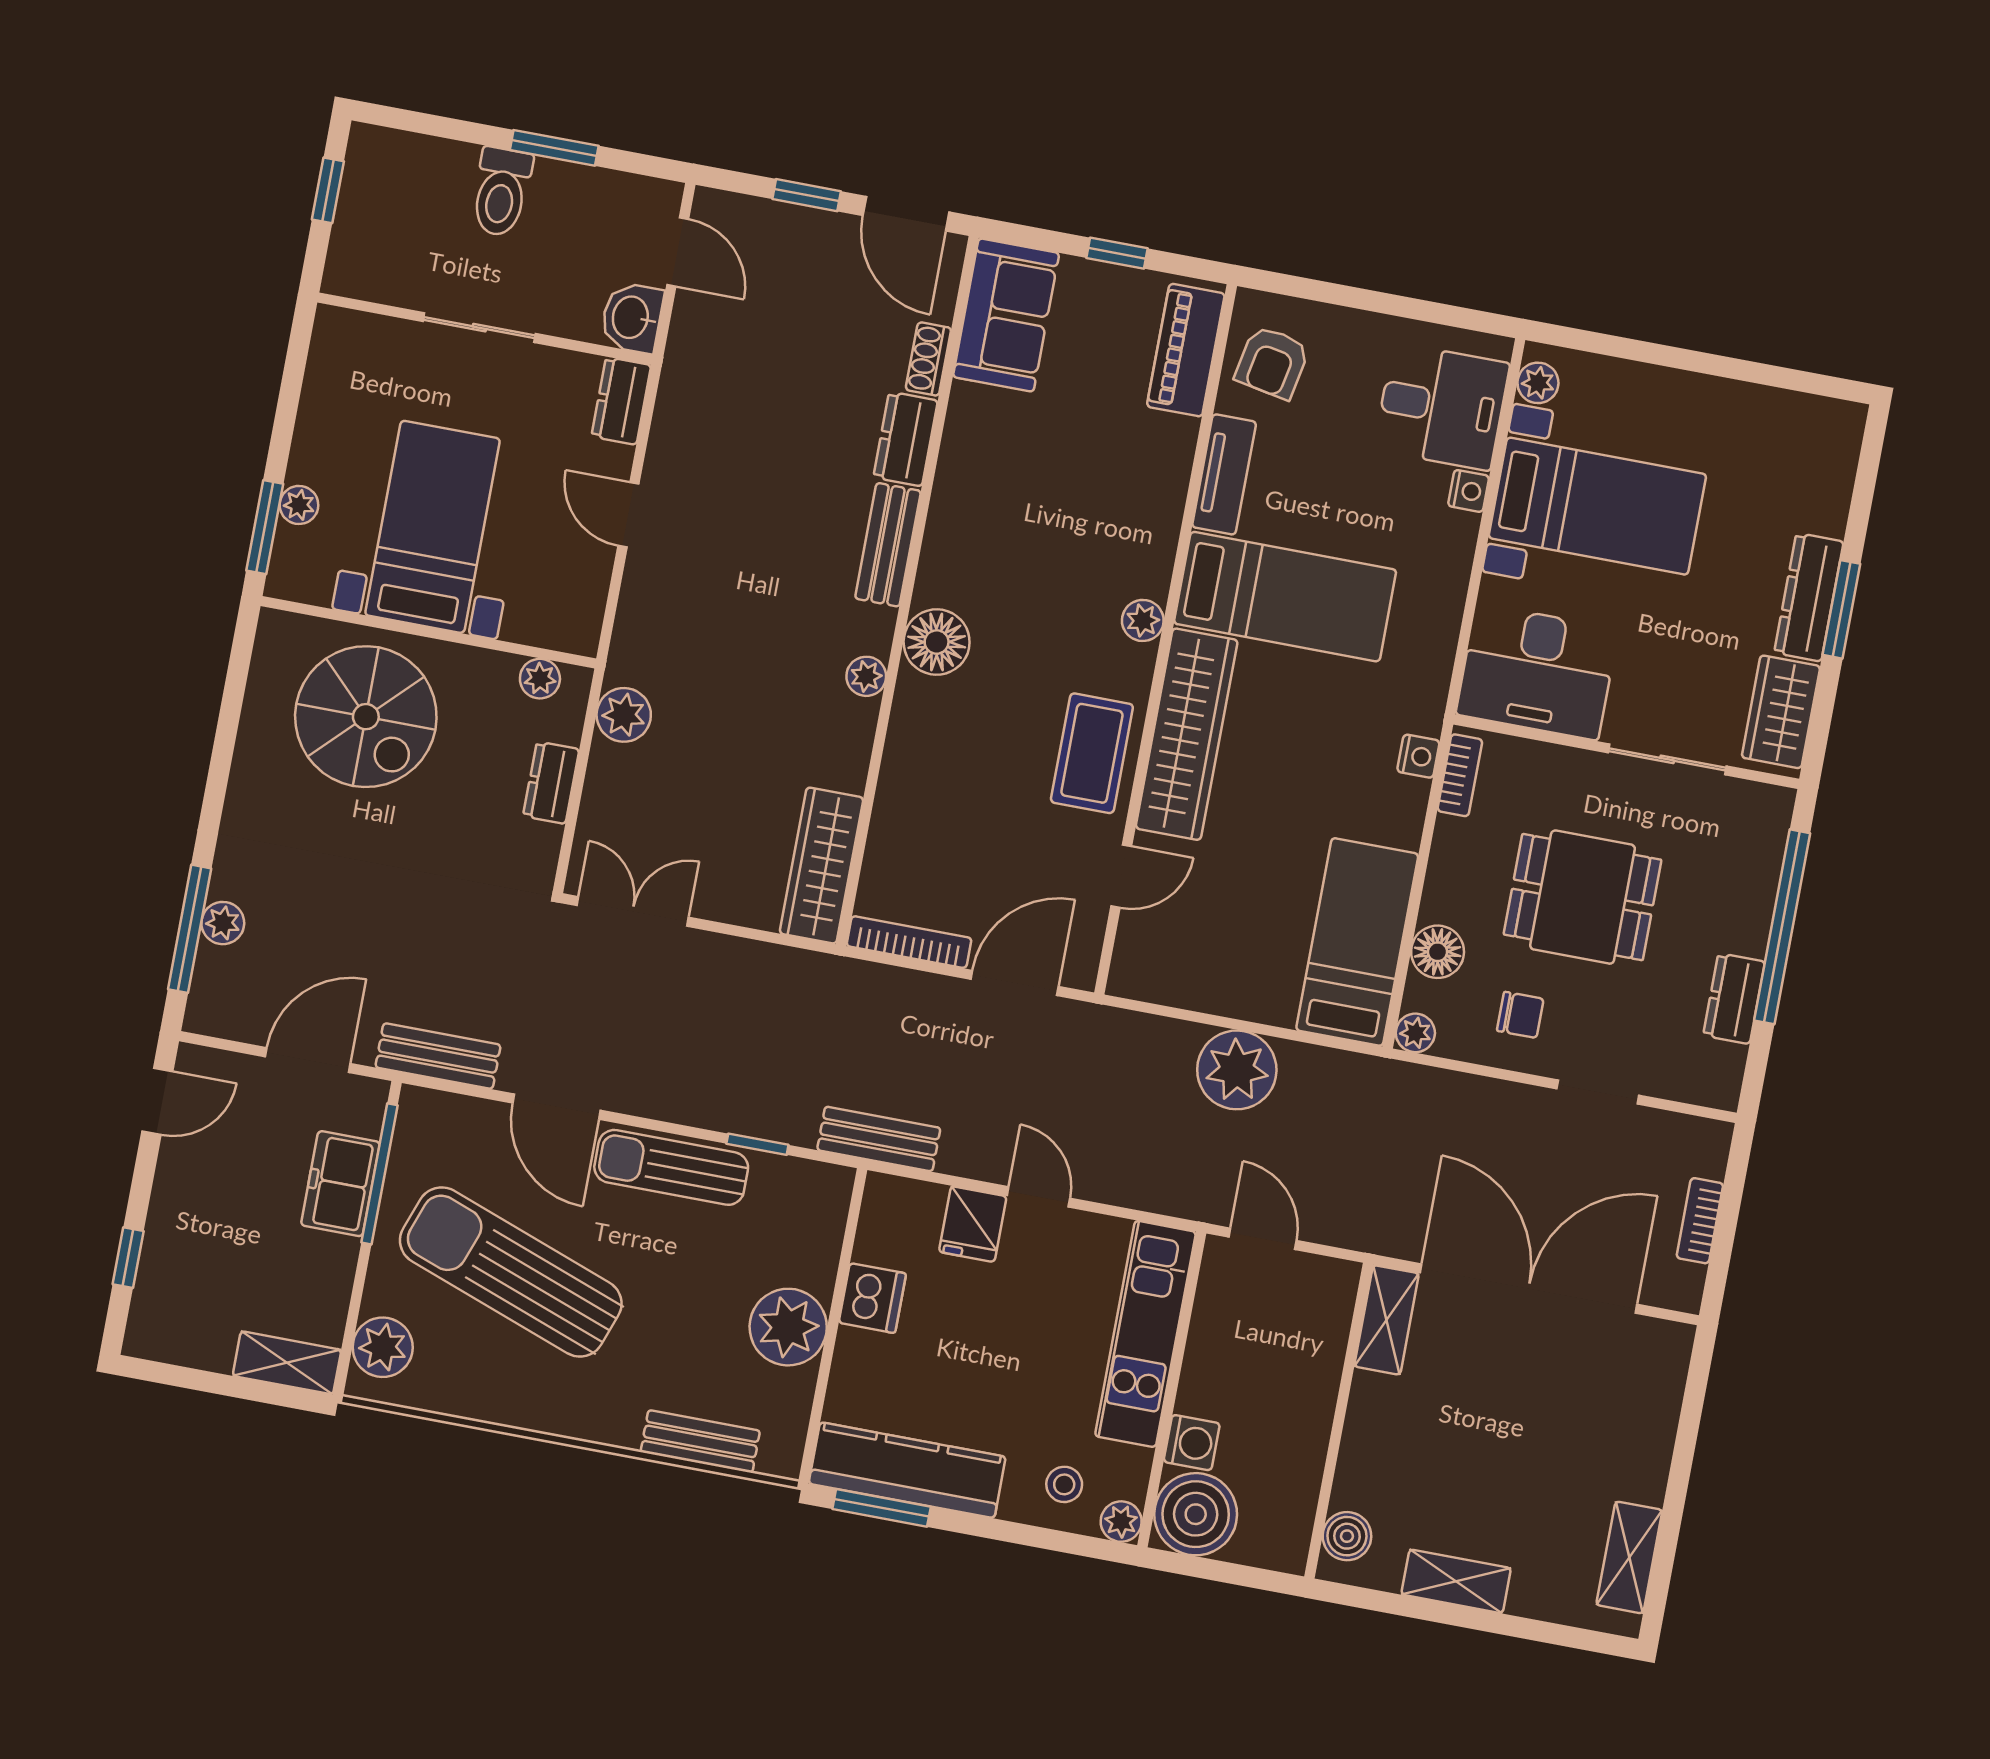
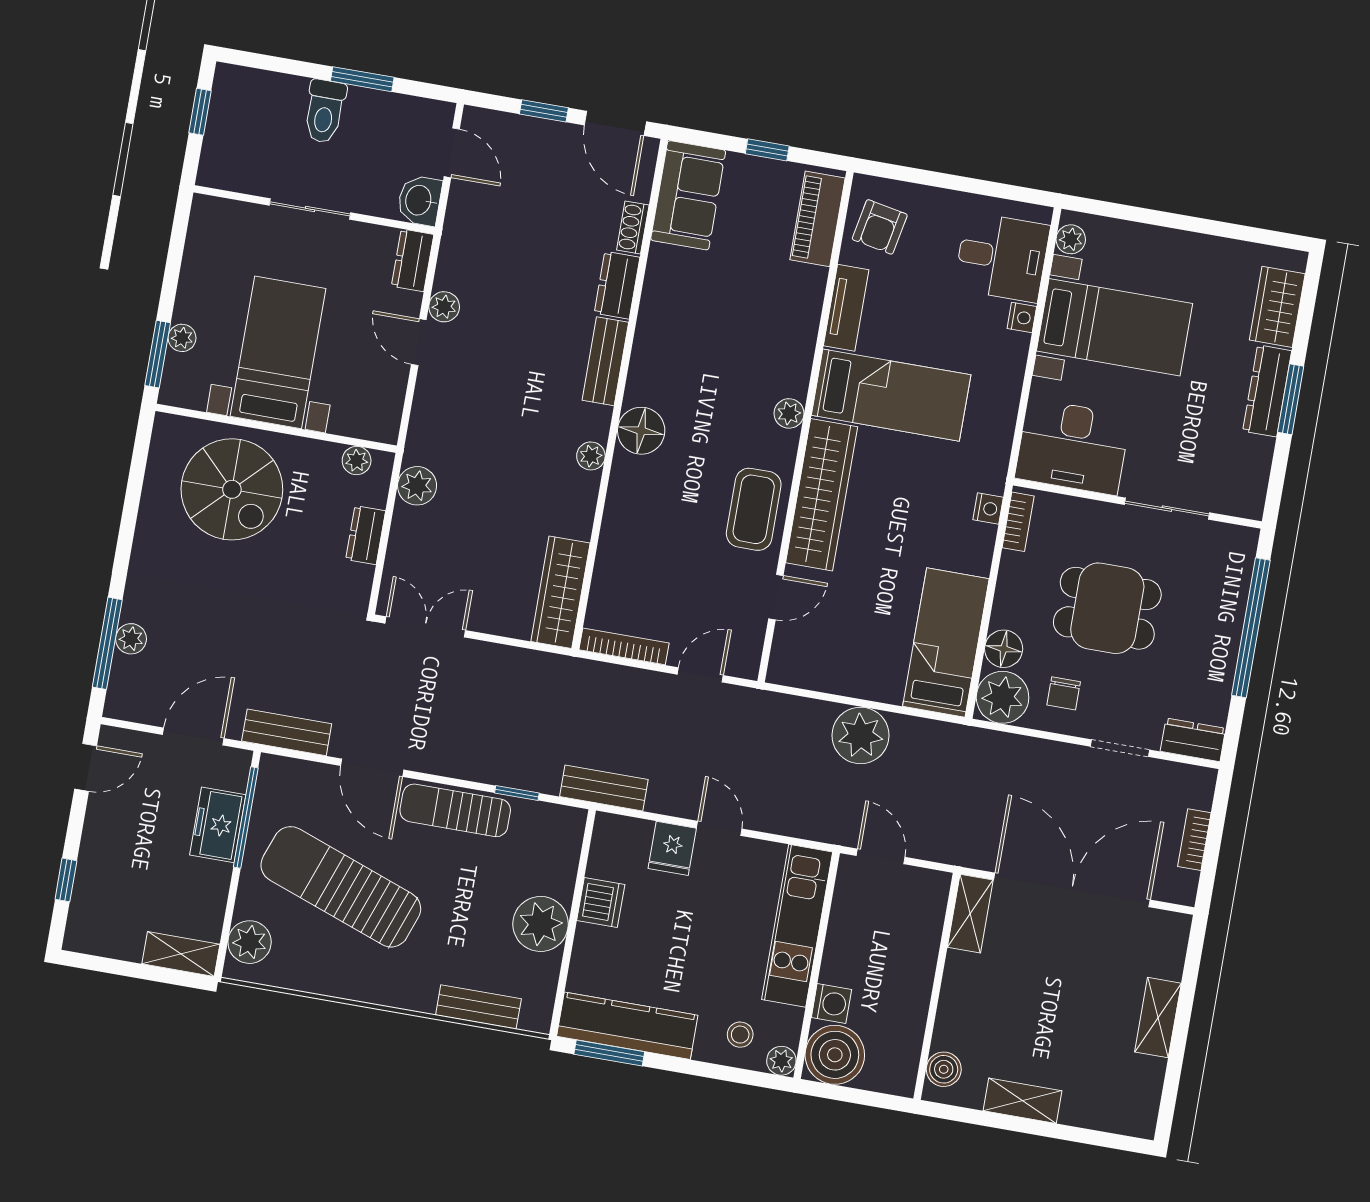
plant: (664, 466) -> (444, 307), added
wardrobe: (1781, 712) -> (1277, 307), moved
door: (1015, 983) -> (700, 675), width x0.73
dresser: (1734, 999) -> (1193, 740), moved, turned 90
chair: (1520, 1015) -> (1064, 693), turned 90
plant: (1415, 1033) -> (1003, 697), width x1.87, depth x1.87
shelving: (1629, 1557) -> (1158, 1018), moved

